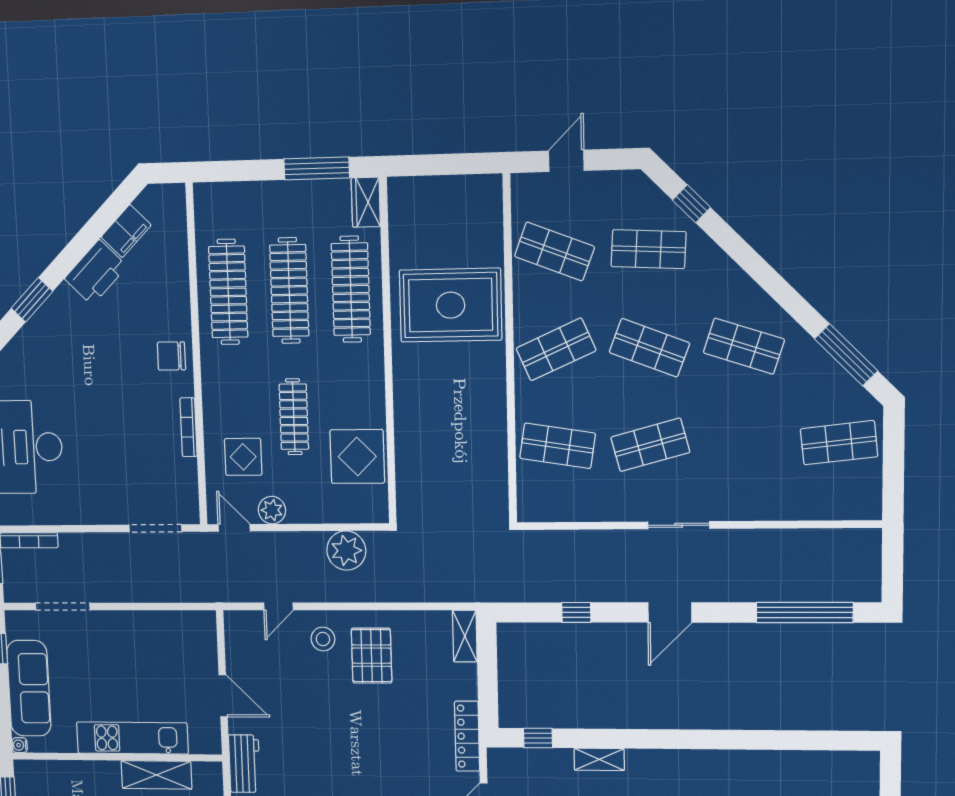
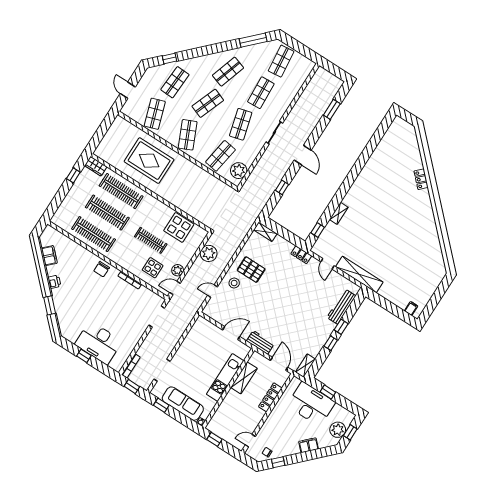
window: (317, 168) -> (73, 175), width x0.46
shop shelf: (555, 251) -> (155, 114), turned -39
printer: (96, 272) -> (54, 282), width x0.53, depth x0.68
rug: (451, 305) -> (149, 161), turned 90
shop shelf: (744, 444) -> (261, 93), added
plant: (552, 503) -> (239, 171), added
door: (278, 606) -> (212, 291), swing flipped
window: (805, 612) -> (332, 109), width x0.47
locker: (467, 736) -> (301, 255), width x0.66

